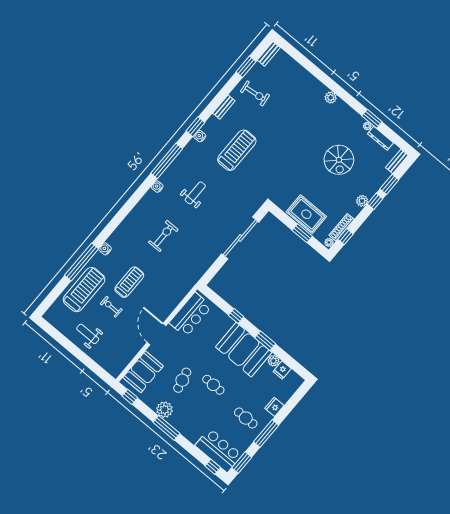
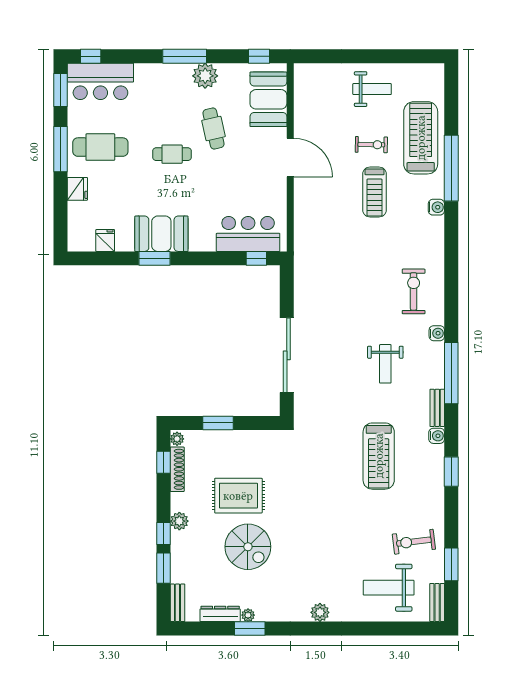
weight bench: (287, 81) -> (389, 588), added
bench: (224, 107) -> (437, 408), moved
window: (195, 127) -> (451, 472), moved
spiral stairs: (339, 160) -> (248, 547), turned 180
rug: (306, 214) -> (238, 496), moved
exercise bike: (163, 236) -> (414, 291), moved, turned 180
treadmill: (84, 290) -> (421, 138), turned 180
bar counter: (191, 315) -> (248, 234), moved, turned 90
window: (236, 316) -> (256, 258), moved
booth: (244, 350) -> (161, 234), width x0.73, depth x0.70
plant: (273, 361) -> (125, 243), removed
cafe table: (246, 418) -> (100, 147), width x1.37, depth x1.35

